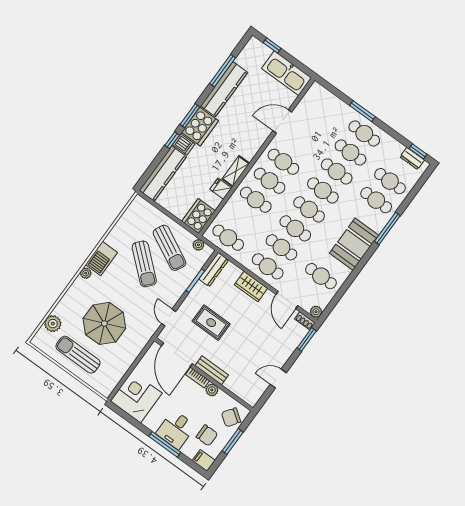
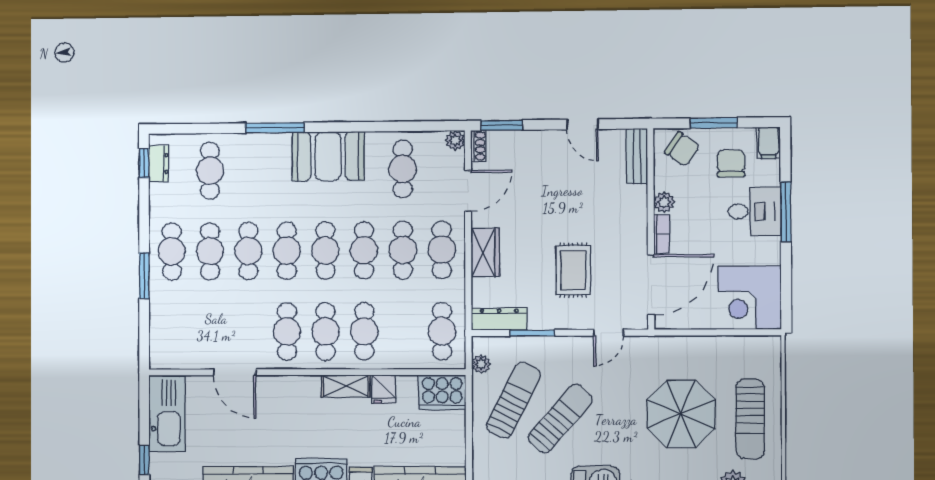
cafe table: (376, 200) -> (248, 170), removed
bench: (212, 370) -> (637, 156), moved

